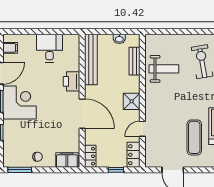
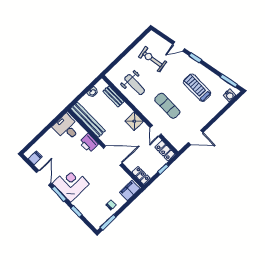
desk: (50, 48) -> (67, 128), moved
weight bench: (164, 69) -> (135, 85), turned 90
exercise mat: (194, 137) -> (167, 106), moved

